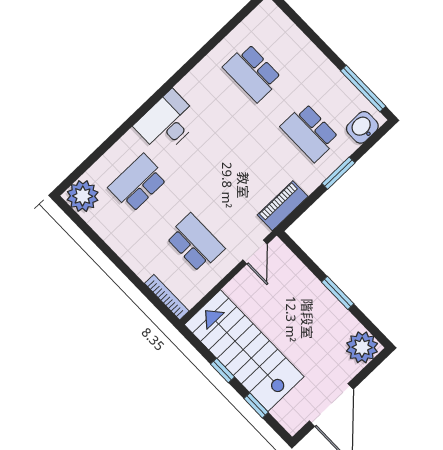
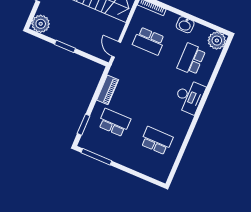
washbasin: (362, 127) -> (185, 25), moved, turned 90
window: (338, 173) -> (84, 125), moved
school desk: (138, 183) -> (191, 59), turned 180
piano: (283, 206) -> (108, 90), moved

